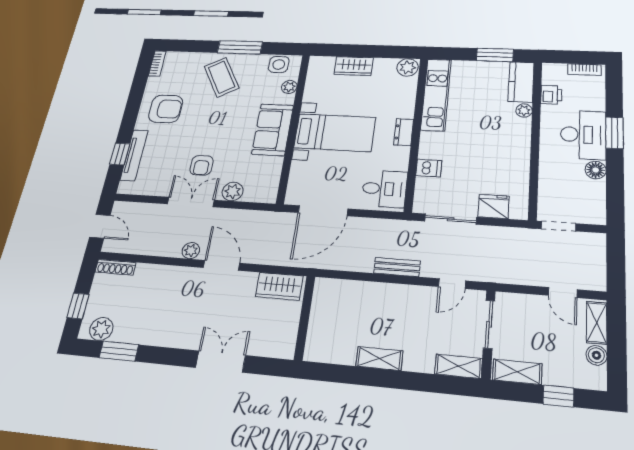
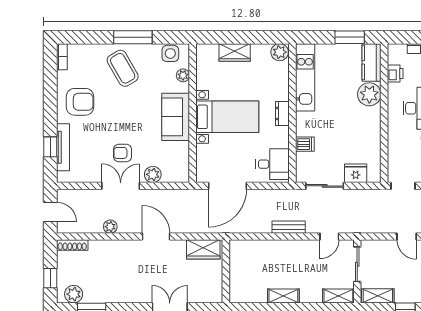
plant: (524, 111) -> (369, 94), width x1.88, depth x1.88
armchair: (202, 165) -> (123, 153), turned 90
plant: (191, 251) -> (110, 227), moved

